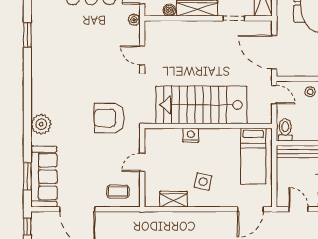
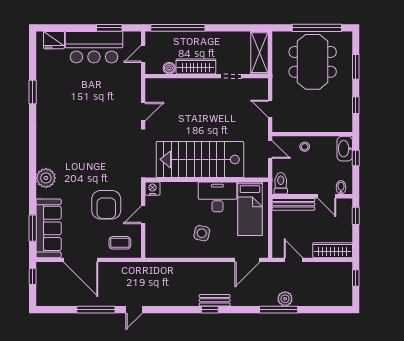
plant: (134, 20) -> (135, 78), removed
door: (274, 52) -> (270, 109), width x0.53
door: (142, 55) -> (143, 112), swing flipped
armchair: (109, 118) -> (106, 205), moved, turned -90
nightstand: (191, 135) -> (153, 189), moved
desk: (219, 144) -> (217, 197), added
wardrobe: (174, 199) -> (173, 250), removed

